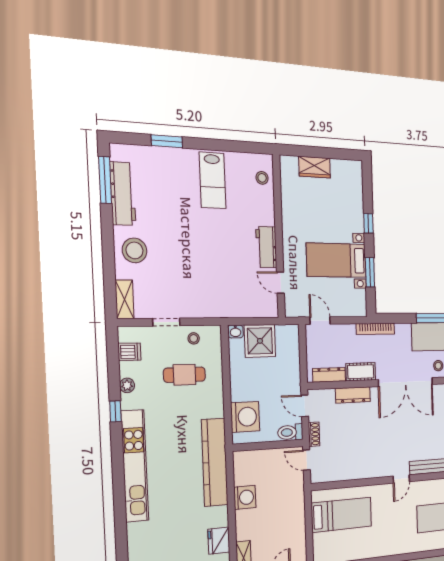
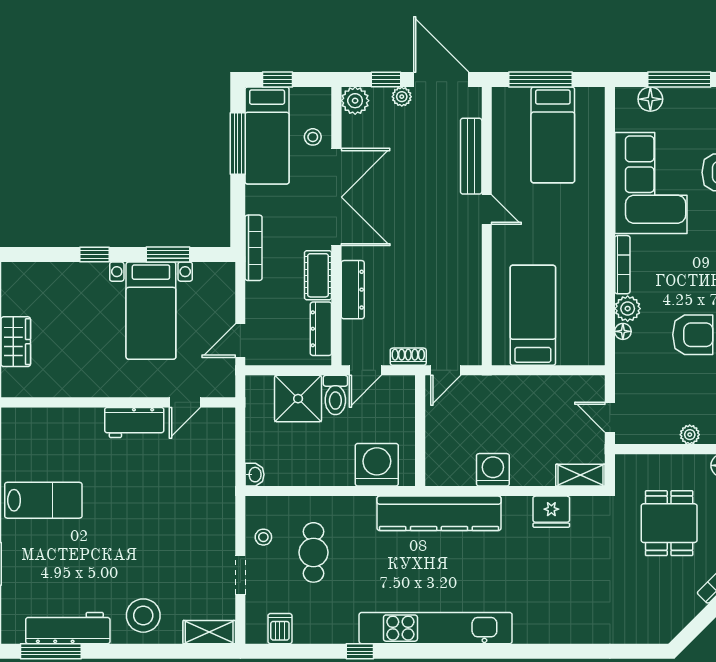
stool: (262, 178) -> (36, 425), removed
shower: (260, 341) -> (298, 399), moved
plant: (127, 385) -> (325, 634), removed
toilet: (290, 432) -> (335, 395), moved

